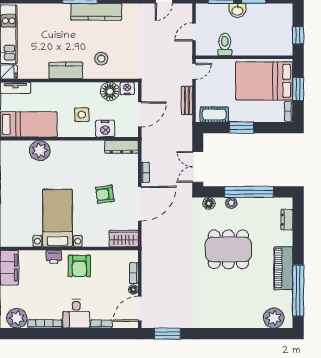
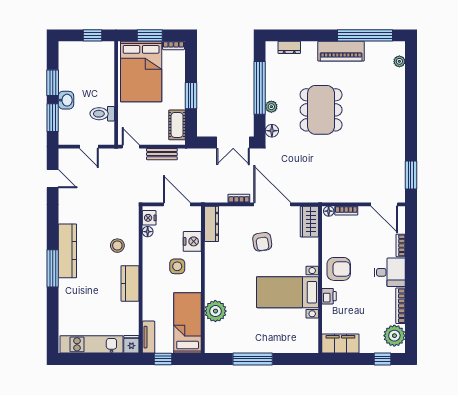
floor lamp: (110, 91) -> (148, 232), width x0.53, depth x0.53
floor lamp: (133, 290) -> (329, 211), moved
plant: (274, 318) -> (399, 61), width x0.53, depth x0.53

